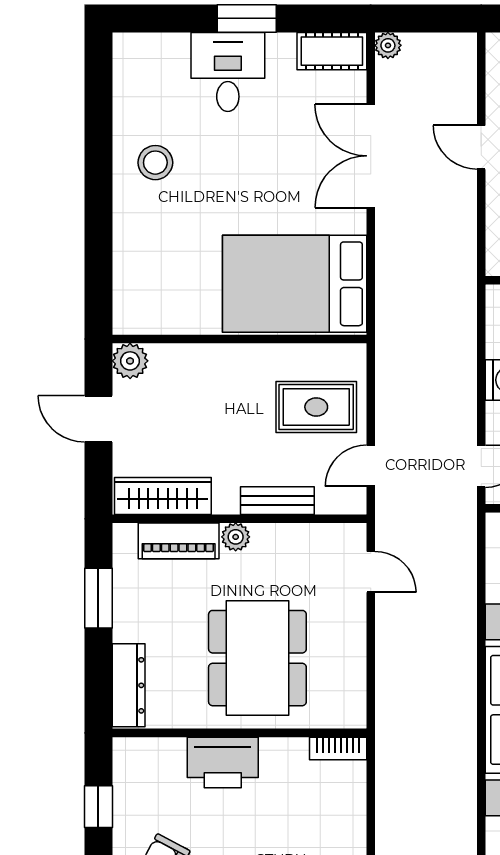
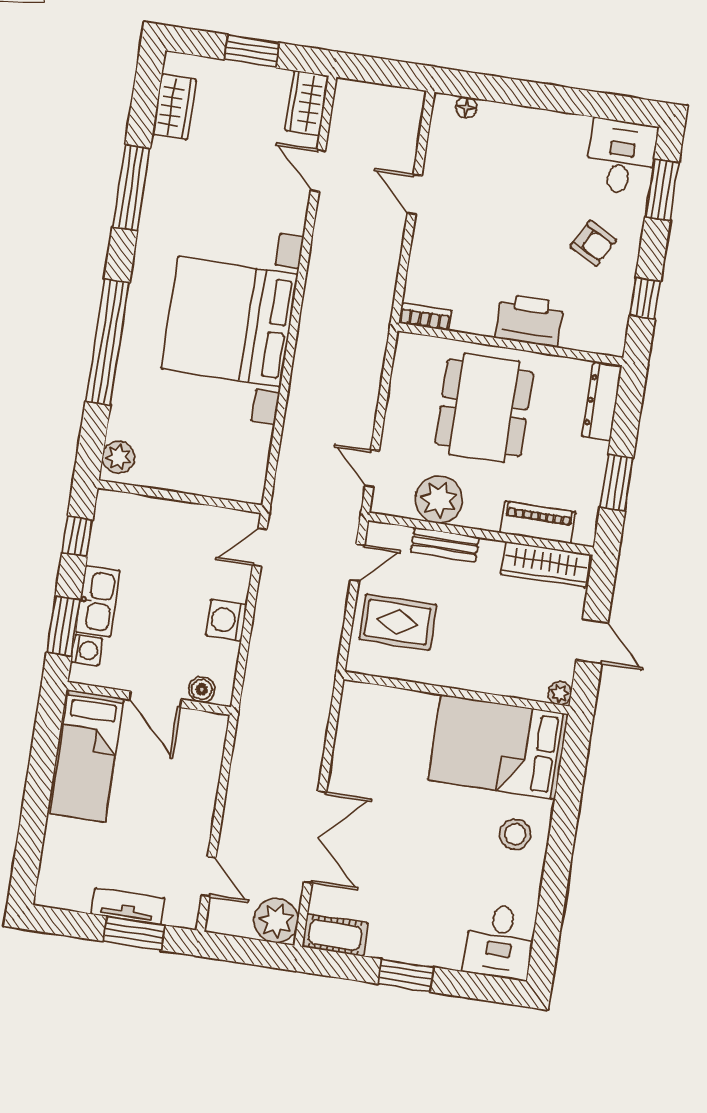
plant: (388, 45) -> (276, 921), width x1.87, depth x1.87
desk: (228, 72) -> (500, 942), moved
door: (481, 147) -> (209, 877), moved
stool: (155, 163) -> (515, 834), moved
bed: (295, 284) -> (498, 747), moved, turned 180
plant: (130, 361) -> (560, 693), width x0.73, depth x0.73
plant: (236, 537) -> (439, 500), moved, width x1.87, depth x1.87

